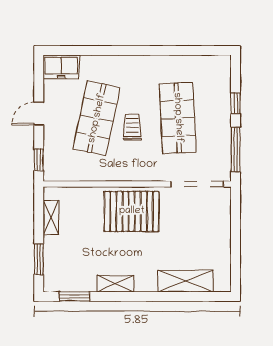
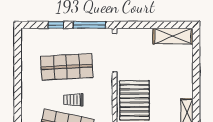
shelving: (186, 281) -> (173, 36), moved, turned 90

